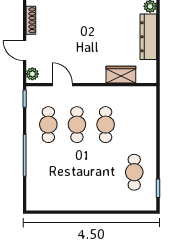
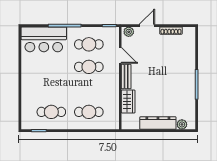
bench: (89, 77) -> (126, 77), added
door: (62, 85) -> (120, 55), hinge flipped
cafe table: (106, 125) -> (89, 112), moved
bar counter: (42, 182) -> (44, 39), added

